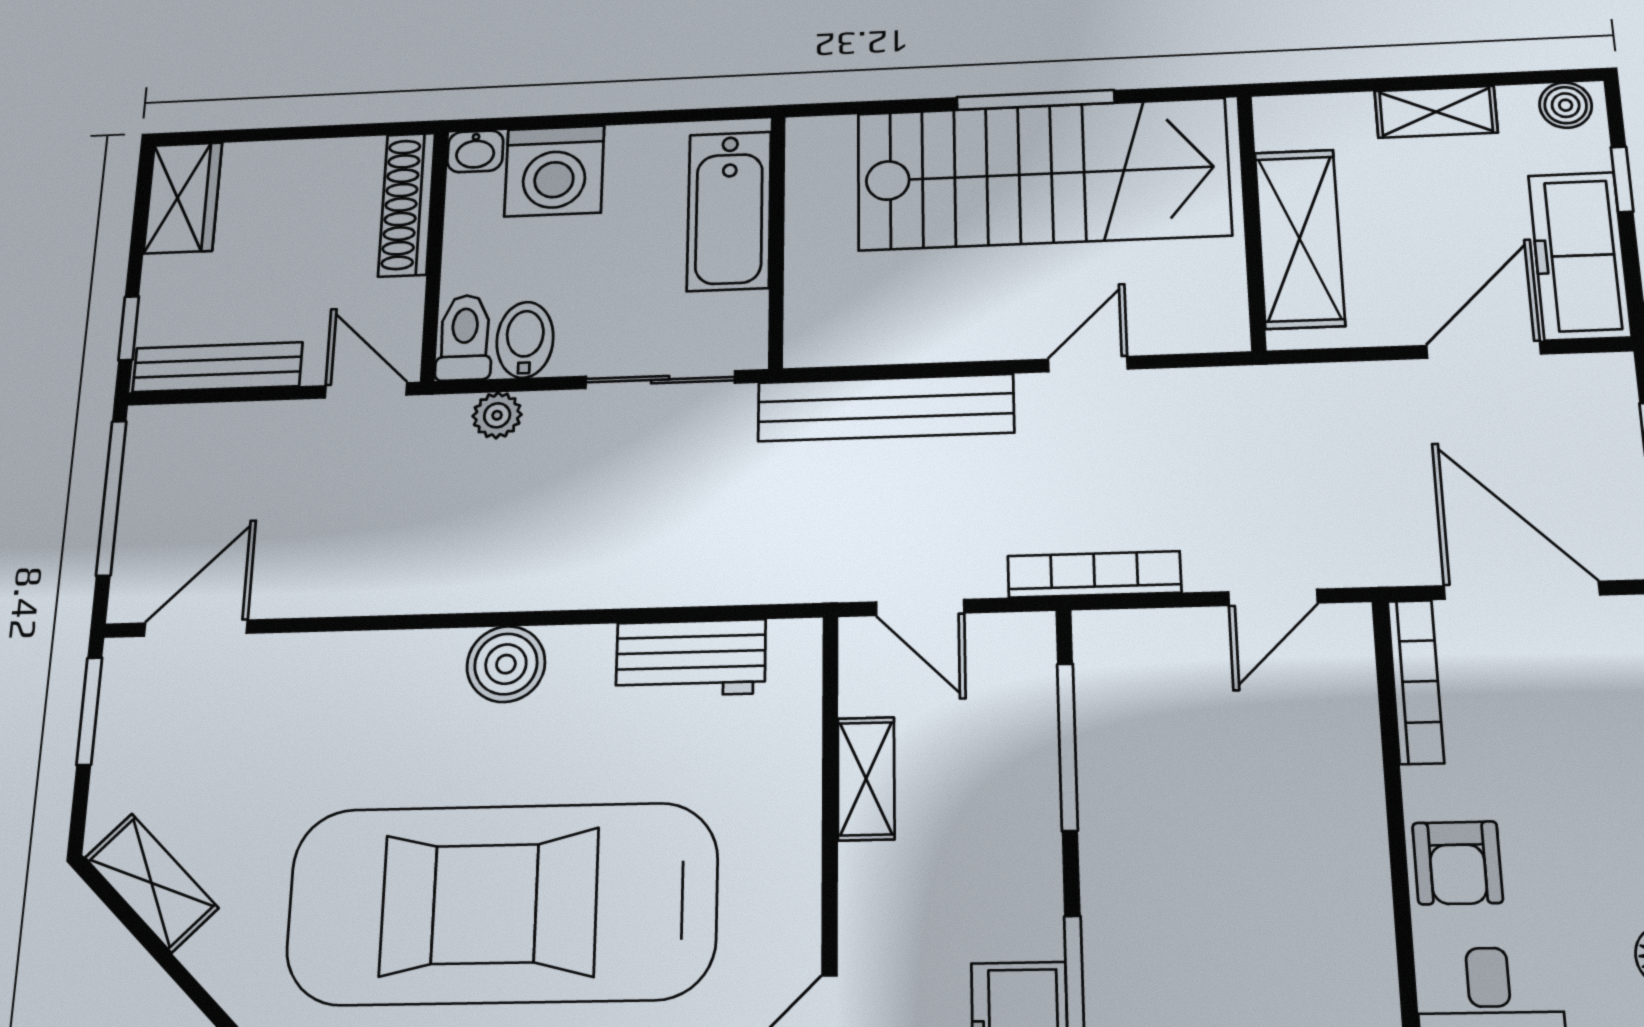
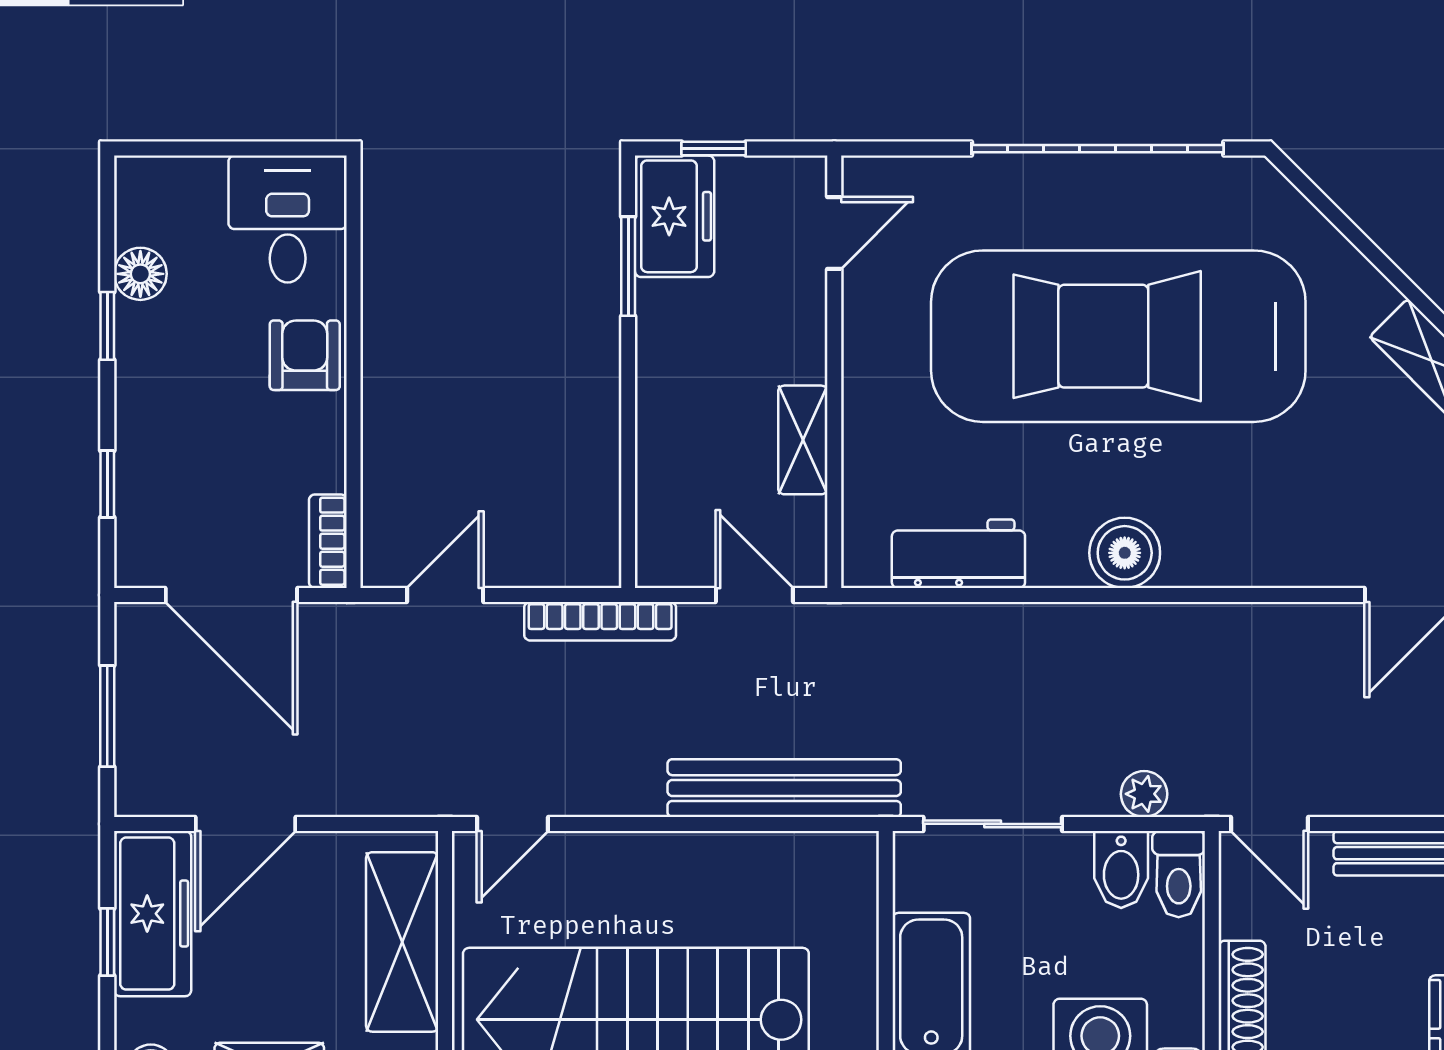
window: (1622, 179) -> (107, 942), moved
door: (1088, 364) -> (513, 824), moved
bookcase: (1416, 682) -> (328, 541), width x0.64
window: (1067, 747) -> (628, 464), removed
car: (502, 904) -> (1118, 336), turned 180

